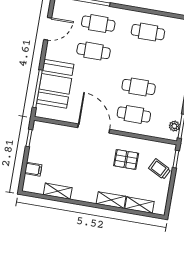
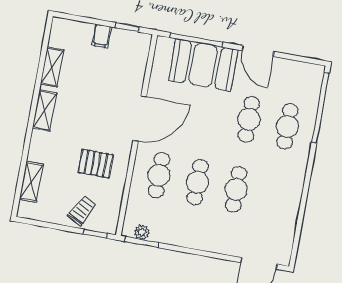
door: (48, 29) -> (258, 51), moved
cafe table: (148, 32) -> (236, 189), moved
pallet: (126, 159) -> (96, 164), turned 90
filing cabinet: (33, 169) -> (102, 36), moved
shelving: (111, 200) -> (44, 111), moved

